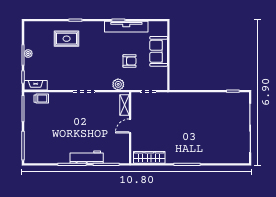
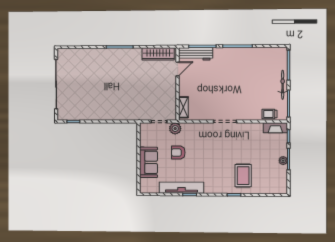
rug: (67, 39) -> (243, 176), turned 90
plant: (118, 84) -> (175, 129), moved
door: (130, 126) -> (178, 69), moved
bicycle: (29, 127) -> (283, 85), added
workbench: (87, 157) -> (196, 54), moved

